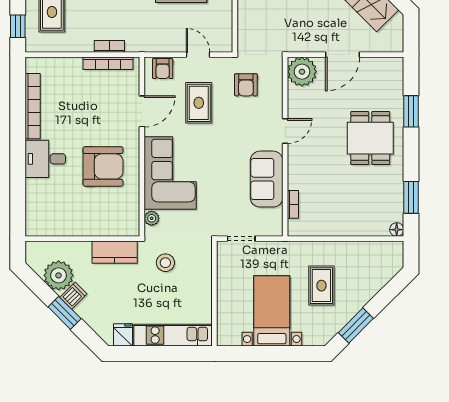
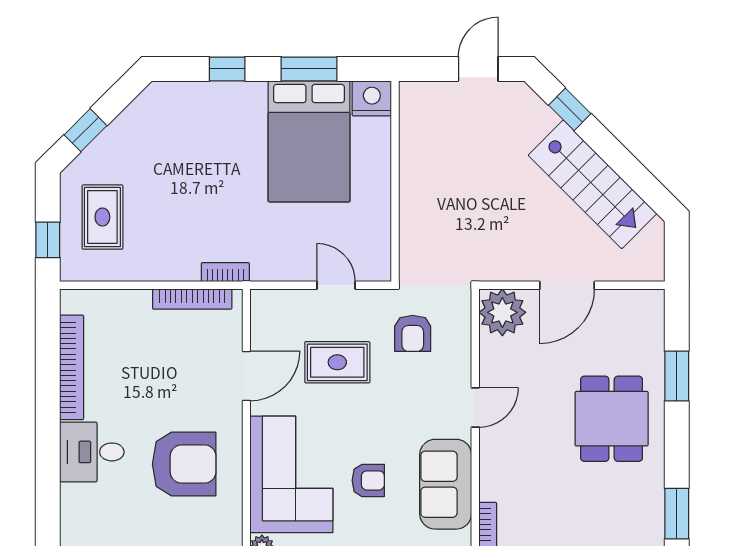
bookcase: (109, 46) -> (225, 272), moved
armchair: (163, 69) -> (368, 480), moved, turned -90
rug: (199, 103) -> (337, 362), turned 90

